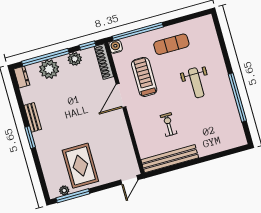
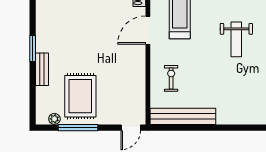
bench: (33, 117) -> (42, 69), moved
exercise bike: (169, 124) -> (171, 78), moved
window: (73, 196) -> (78, 128), moved

